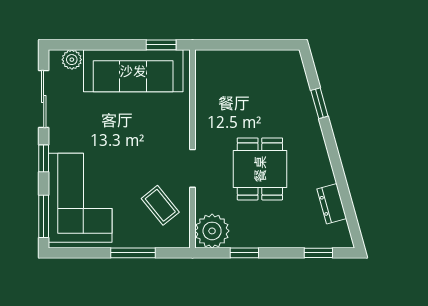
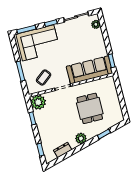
sofa: (133, 71) -> (89, 70), moved, turned 90
plant: (316, 157) -> (81, 138), added
dining table: (260, 169) -> (90, 108), moved, turned 90

